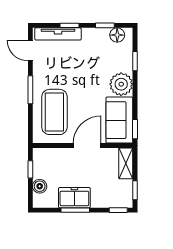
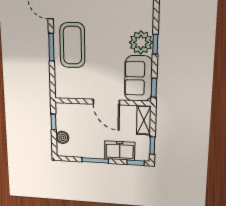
window: (135, 61) -> (155, 44), moved
coffee table: (54, 112) -> (72, 45), moved
door: (87, 146) -> (106, 102), swing flipped
freezer: (74, 198) -> (120, 151), moved

